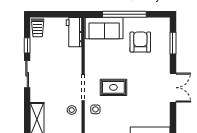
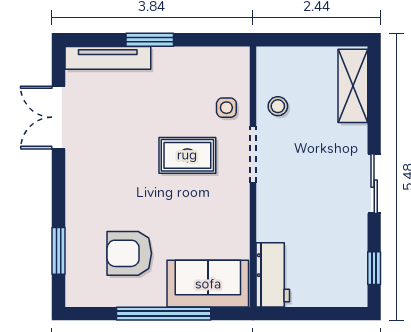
trolley: (38, 28) -> (351, 284), removed
armchair: (140, 42) -> (129, 253), turned 90
window: (27, 45) -> (374, 268), moved
double door: (173, 88) -> (58, 117), moved

